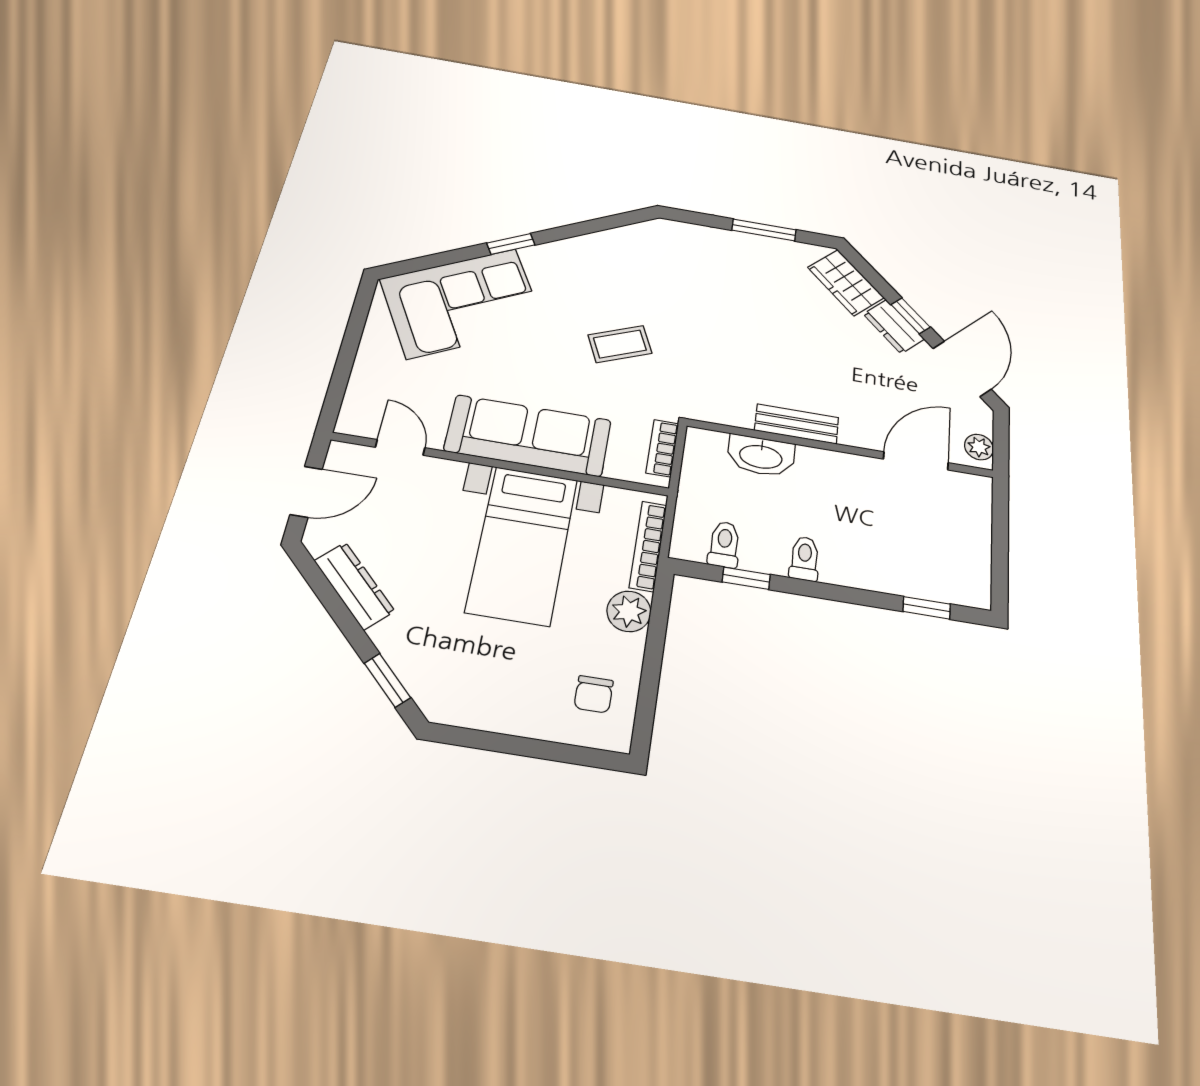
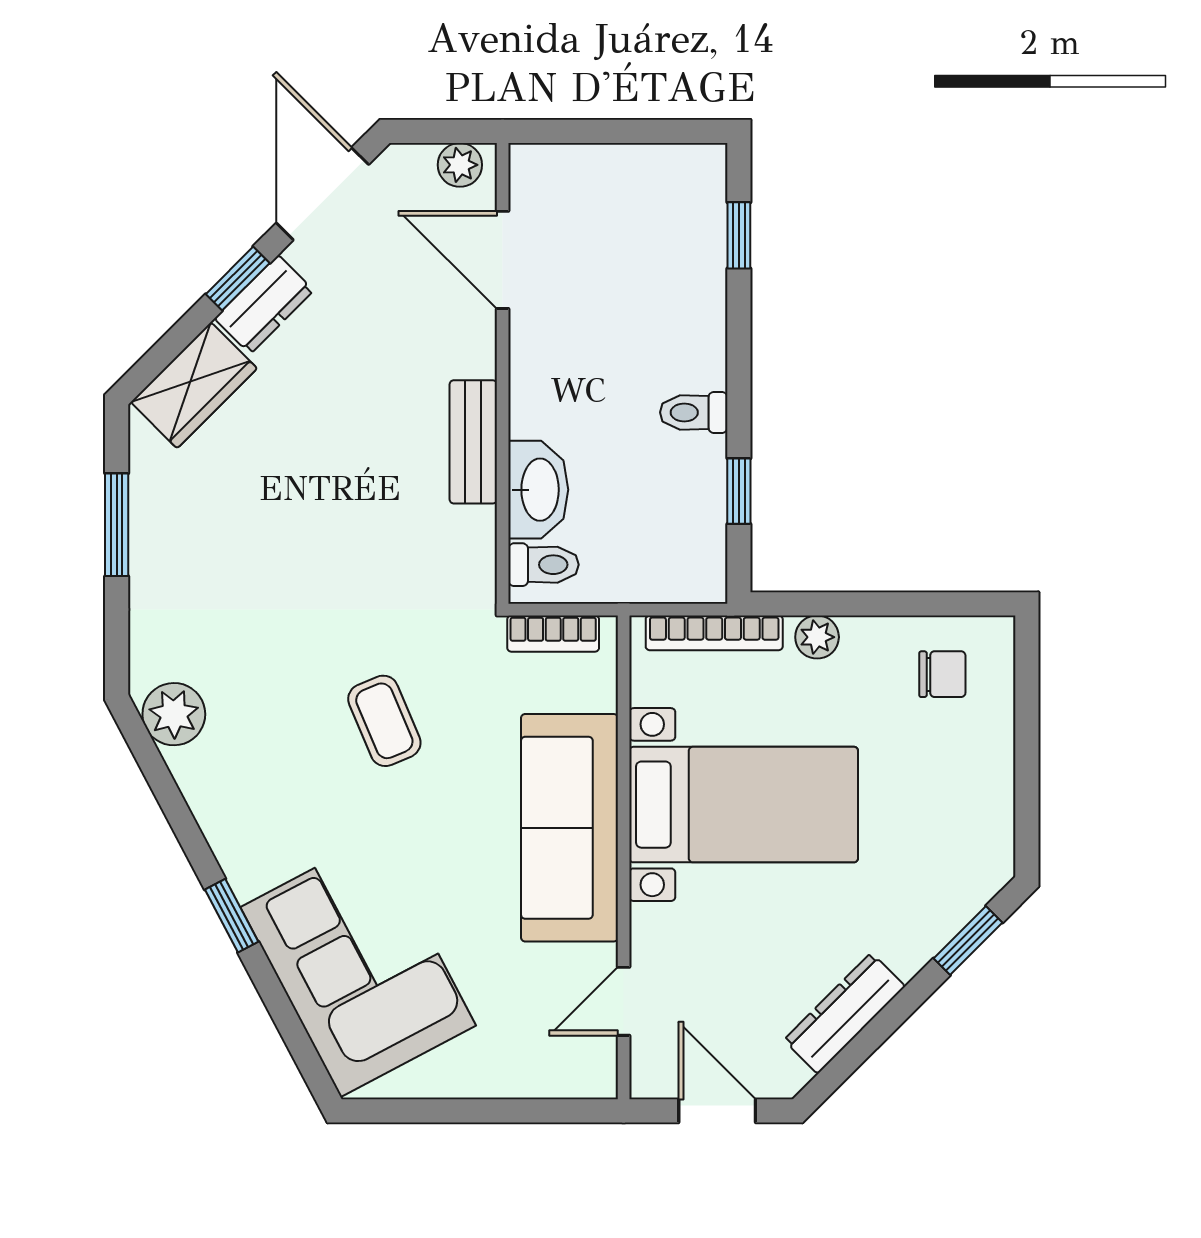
plant: (643, 237) -> (174, 714), added
door: (962, 369) -> (322, 194), hinge flipped
toilet: (724, 544) -> (543, 565), moved, turned 180
plant: (629, 611) -> (817, 637), width x0.73, depth x0.73

